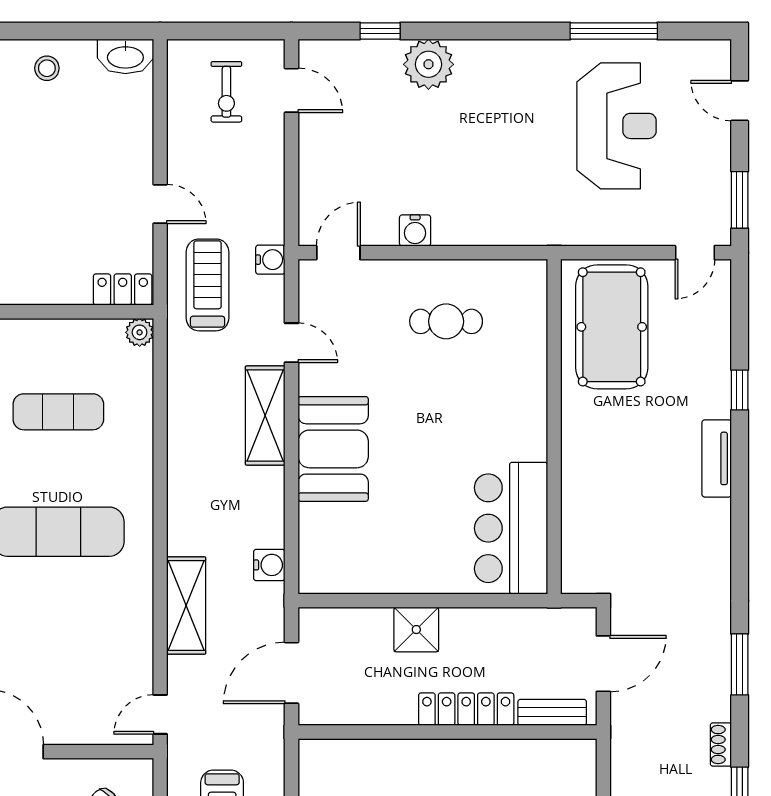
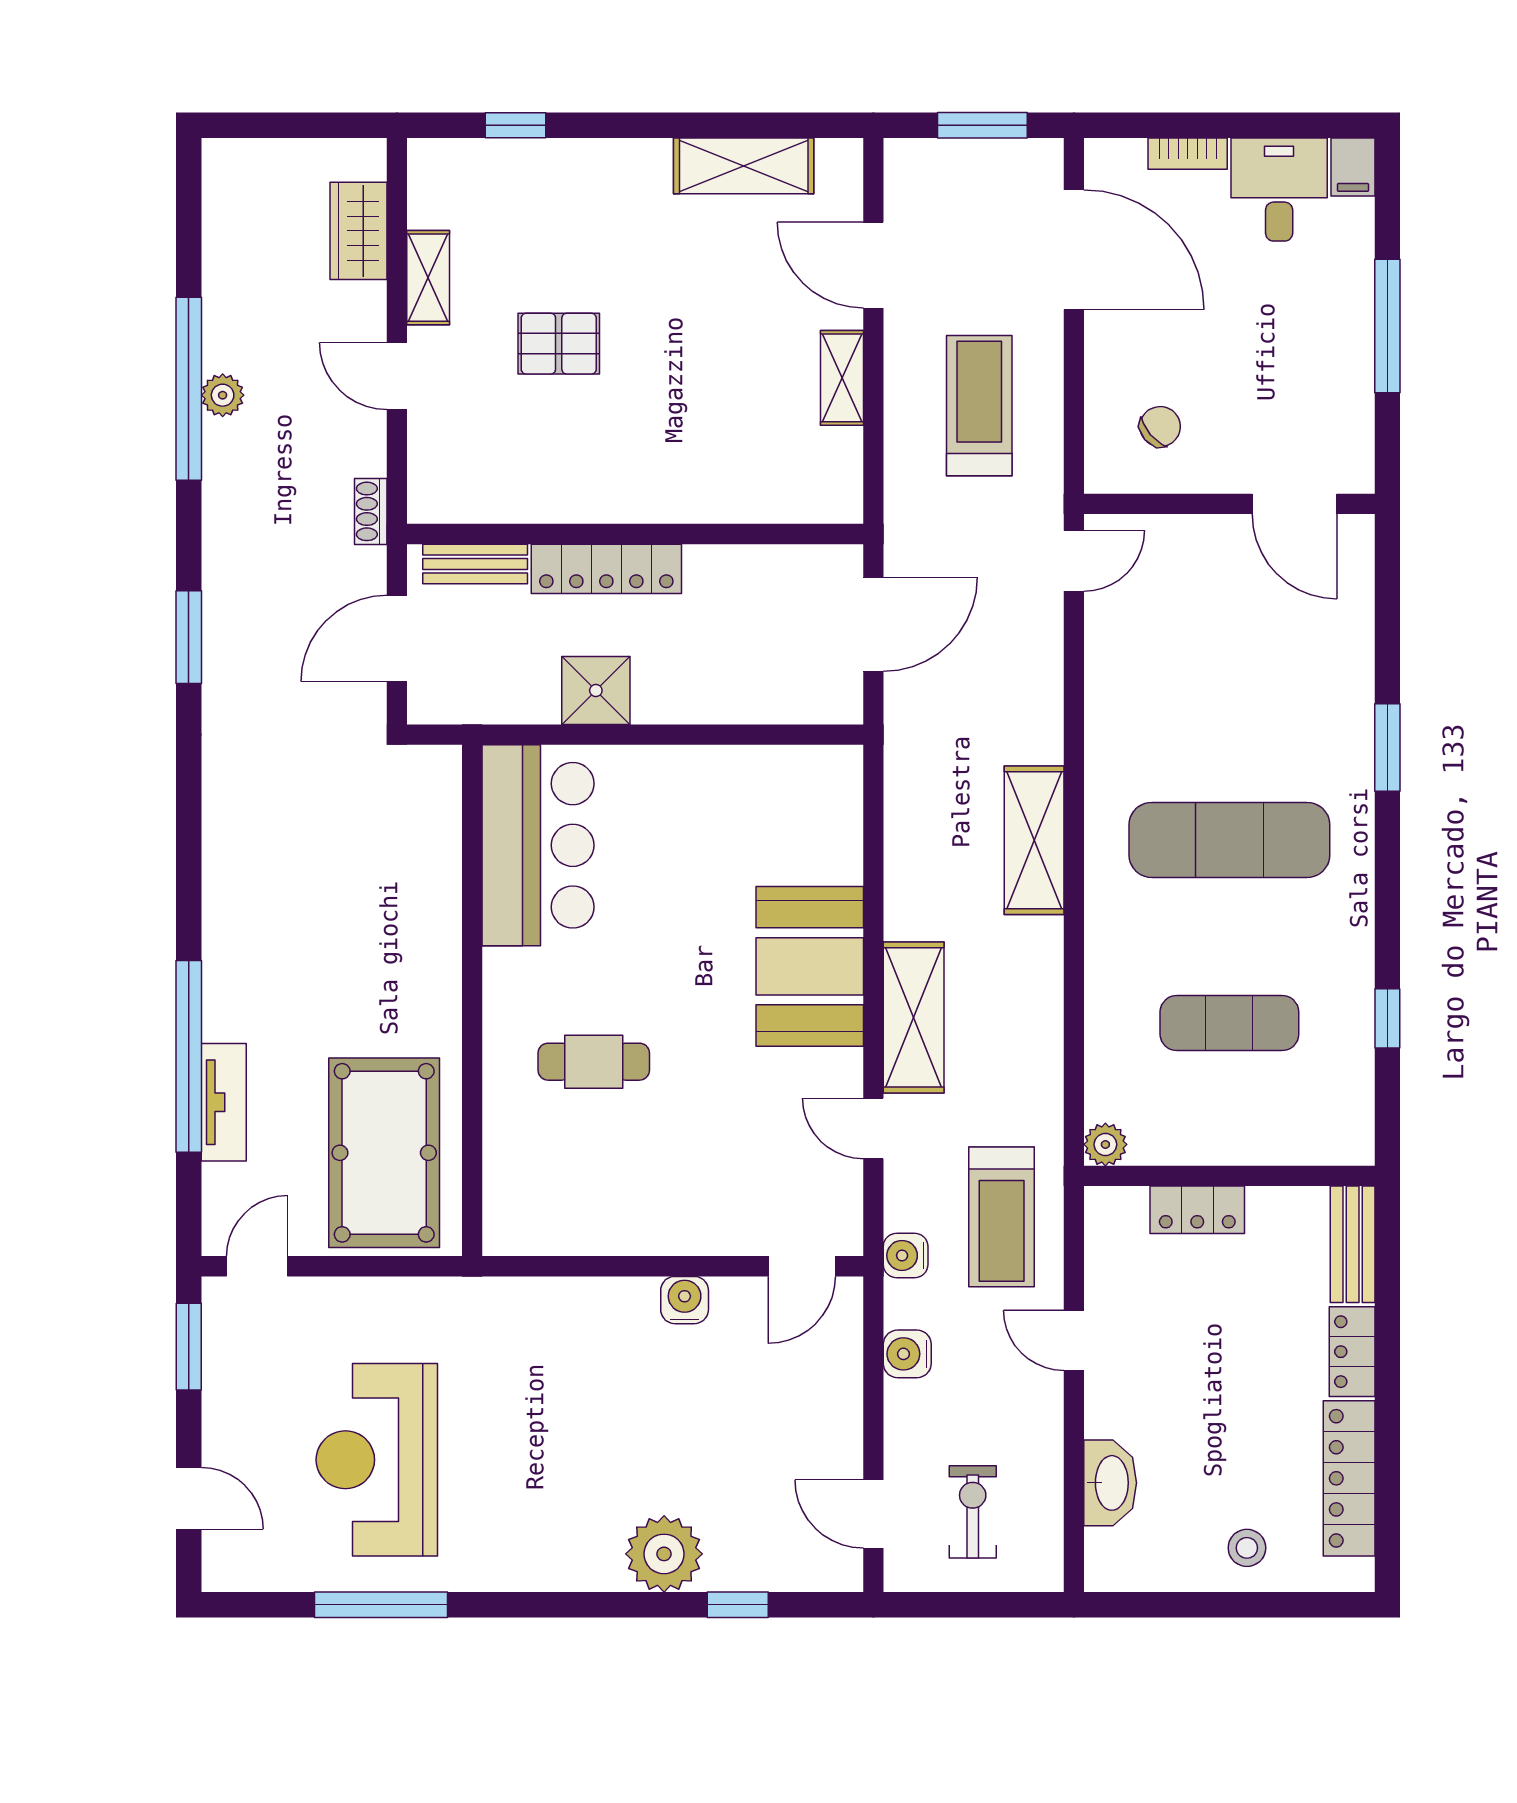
washbasin: (125, 56) -> (1110, 1483), moved, turned 90
locker: (123, 290) -> (1197, 1210), moved
cafe table: (446, 321) -> (594, 1062), moved
window: (740, 390) -> (189, 1056), width x3.17
tv unit: (717, 458) -> (224, 1102), moved
water cooler: (269, 565) -> (907, 1354), moved
shelving: (186, 606) -> (1034, 840), moved
shower: (416, 630) -> (596, 690), moved
shoe rack: (721, 745) -> (371, 511), moved, turned 180

